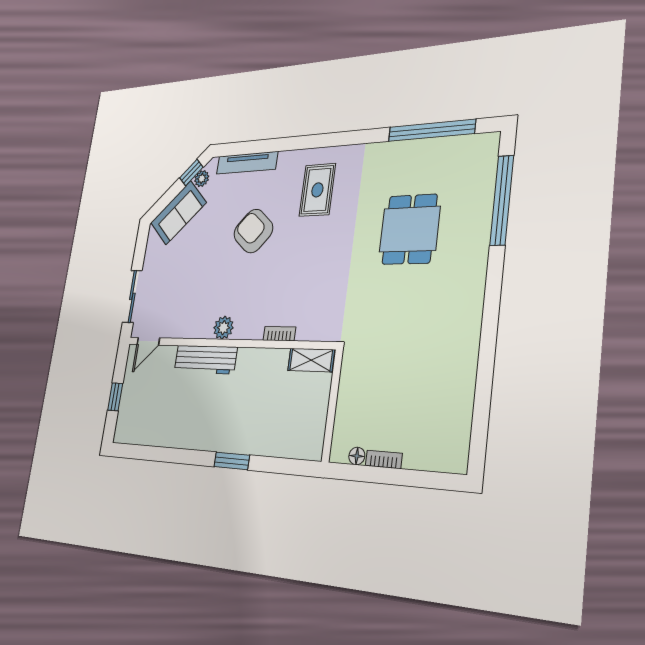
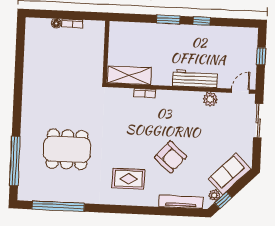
rug: (317, 190) -> (128, 179), turned 90
dining table: (410, 229) -> (67, 149), width x1.37
plant: (223, 328) -> (210, 99), moved
shelving: (311, 360) -> (129, 75), width x1.50, depth x1.33
floor lamp: (357, 456) -> (56, 23), moved
window: (185, 457) -> (202, 21), added

